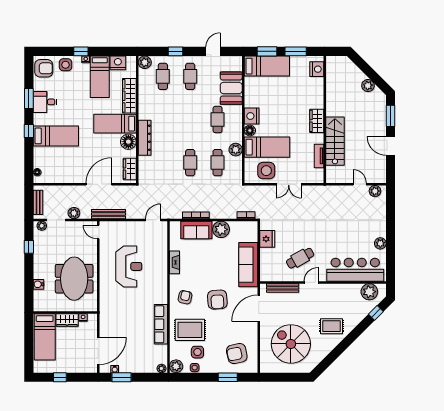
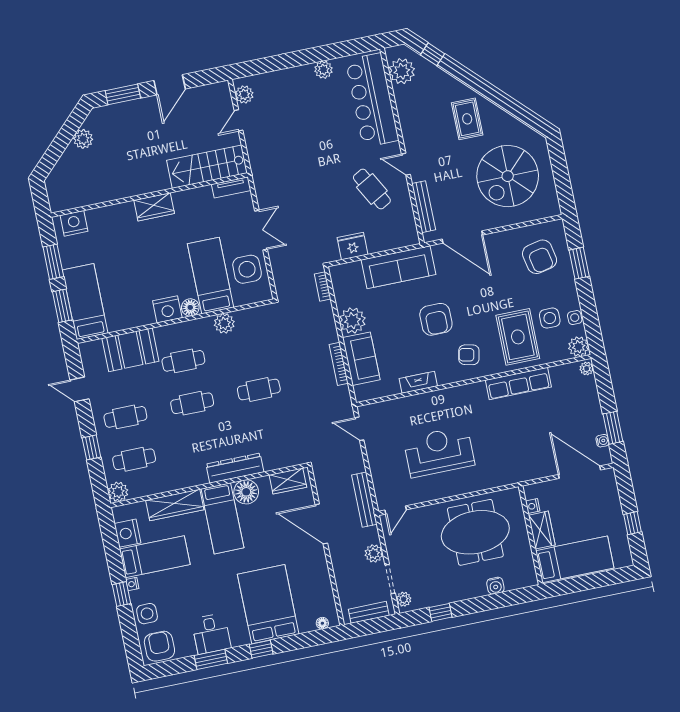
bed: (56, 136) -> (268, 604), width x1.50
stairs: (335, 141) -> (207, 167), moved
tv unit: (319, 156) -> (231, 187), moved
cafe table: (218, 163) -> (192, 403), moved
armchair: (217, 300) -> (436, 319), moved, turned 94

